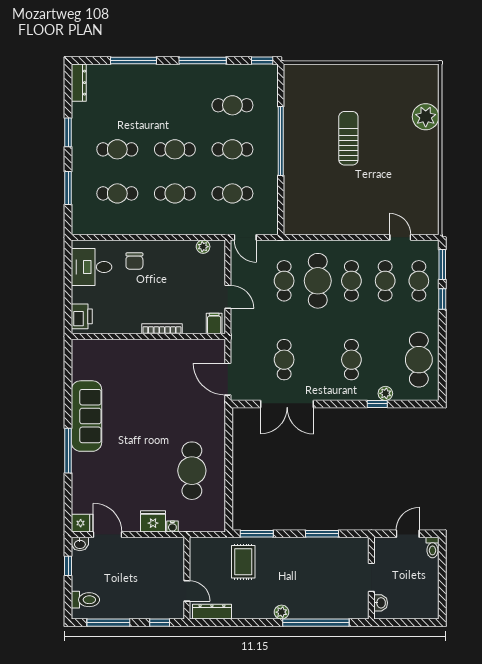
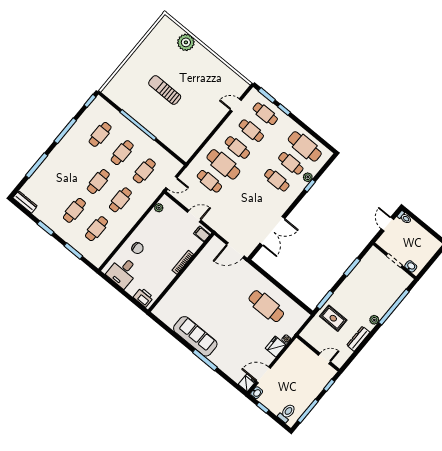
cafe table: (284, 360) -> (291, 163), moved
dresser: (212, 612) -> (358, 339), moved

